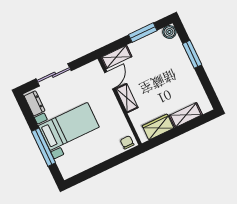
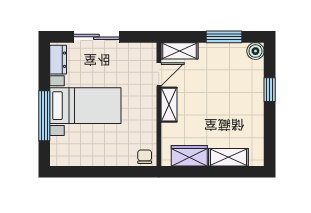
window: (192, 54) -> (270, 90), width x0.67

